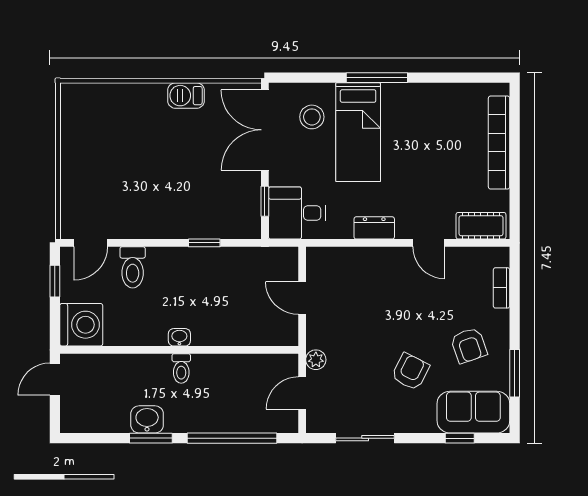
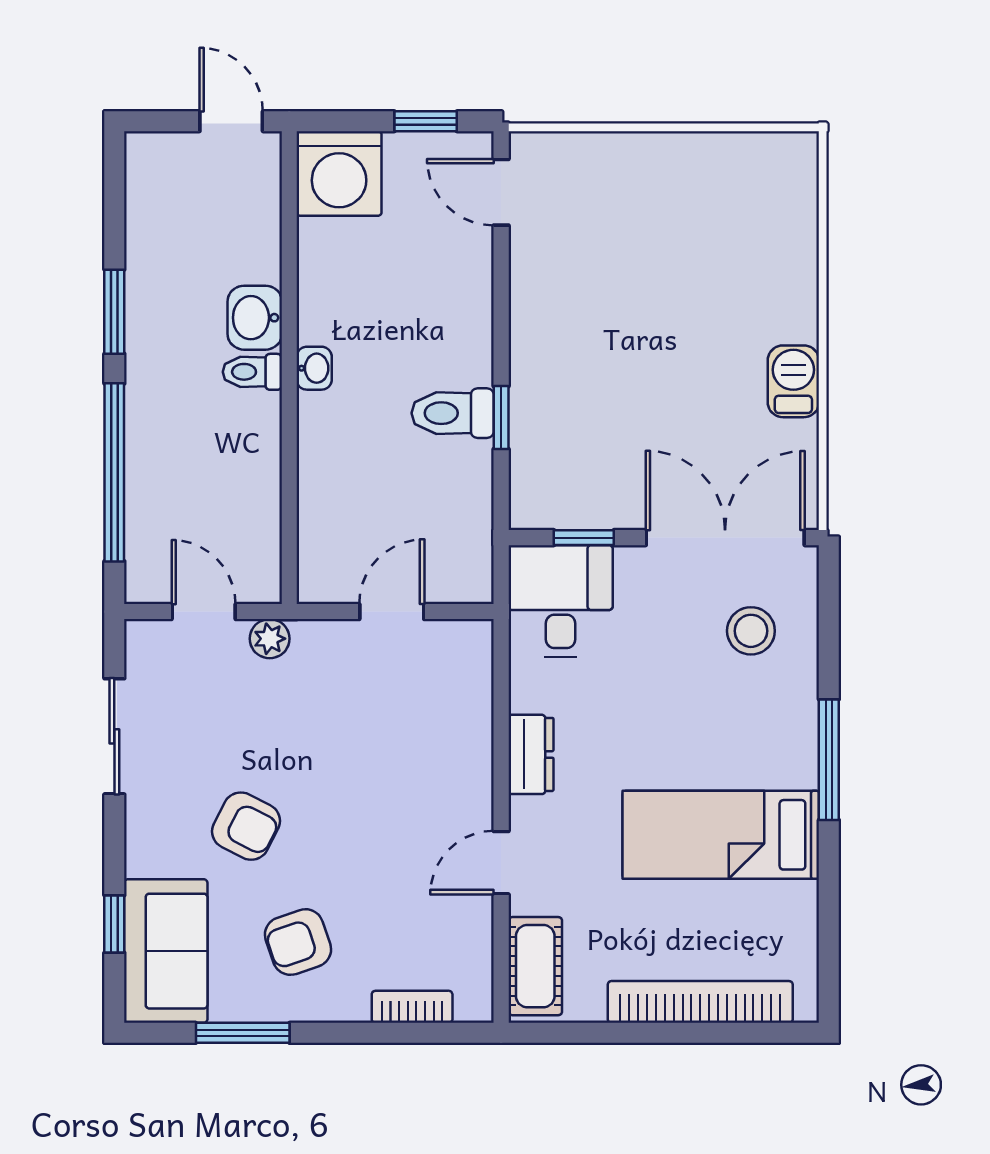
bed: (358, 132) -> (721, 835), moved
toilet: (133, 267) -> (453, 413), moved
washbasin: (147, 419) -> (255, 318), moved, turned 180

